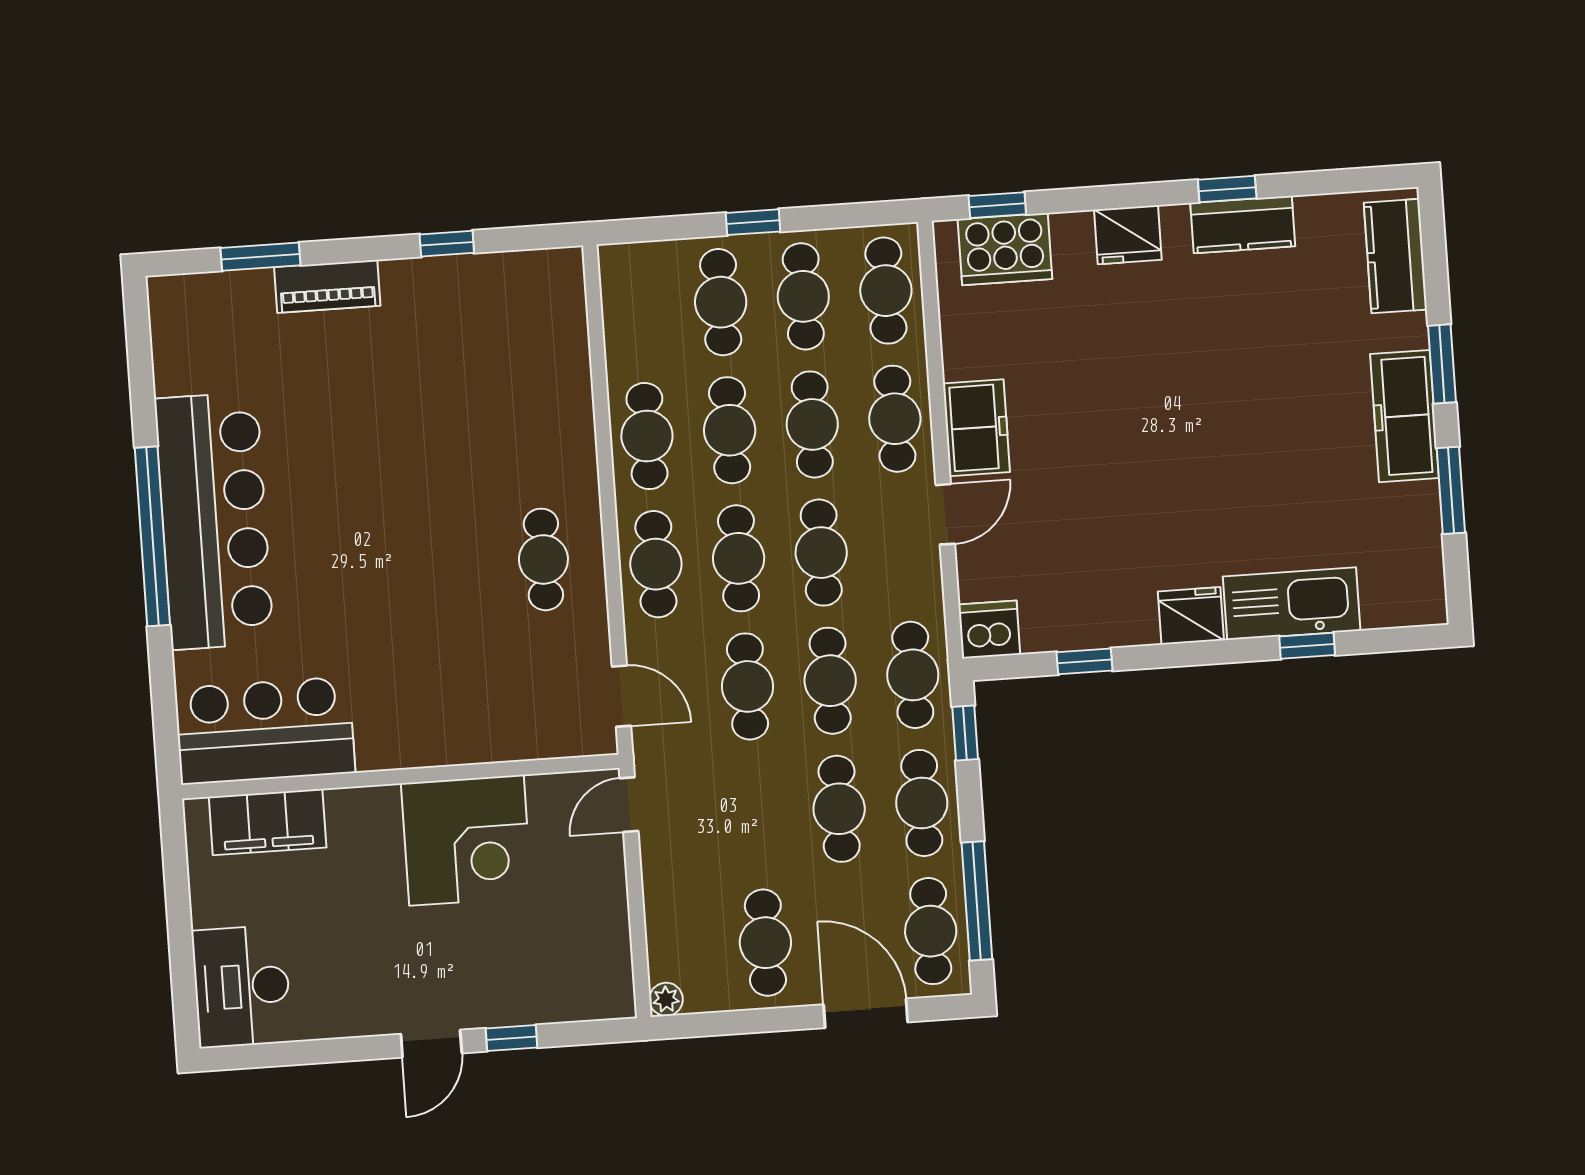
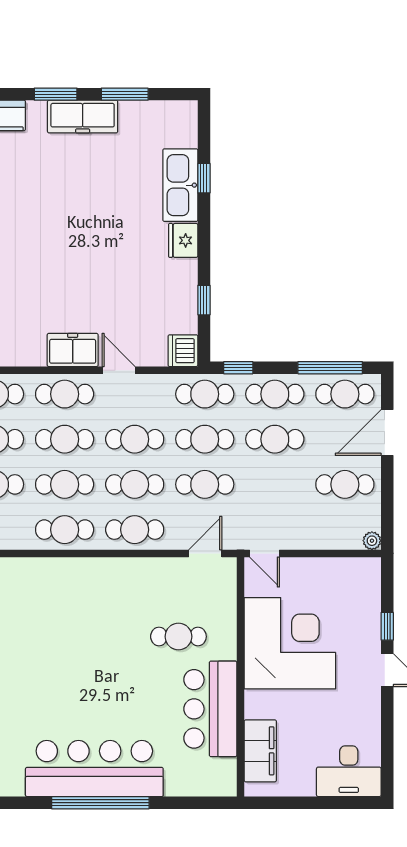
cafe table: (543, 559) -> (178, 637), moved
bar counter: (265, 731) -> (210, 709), moved
corner desk: (466, 840) -> (290, 643), width x1.36, depth x1.36

